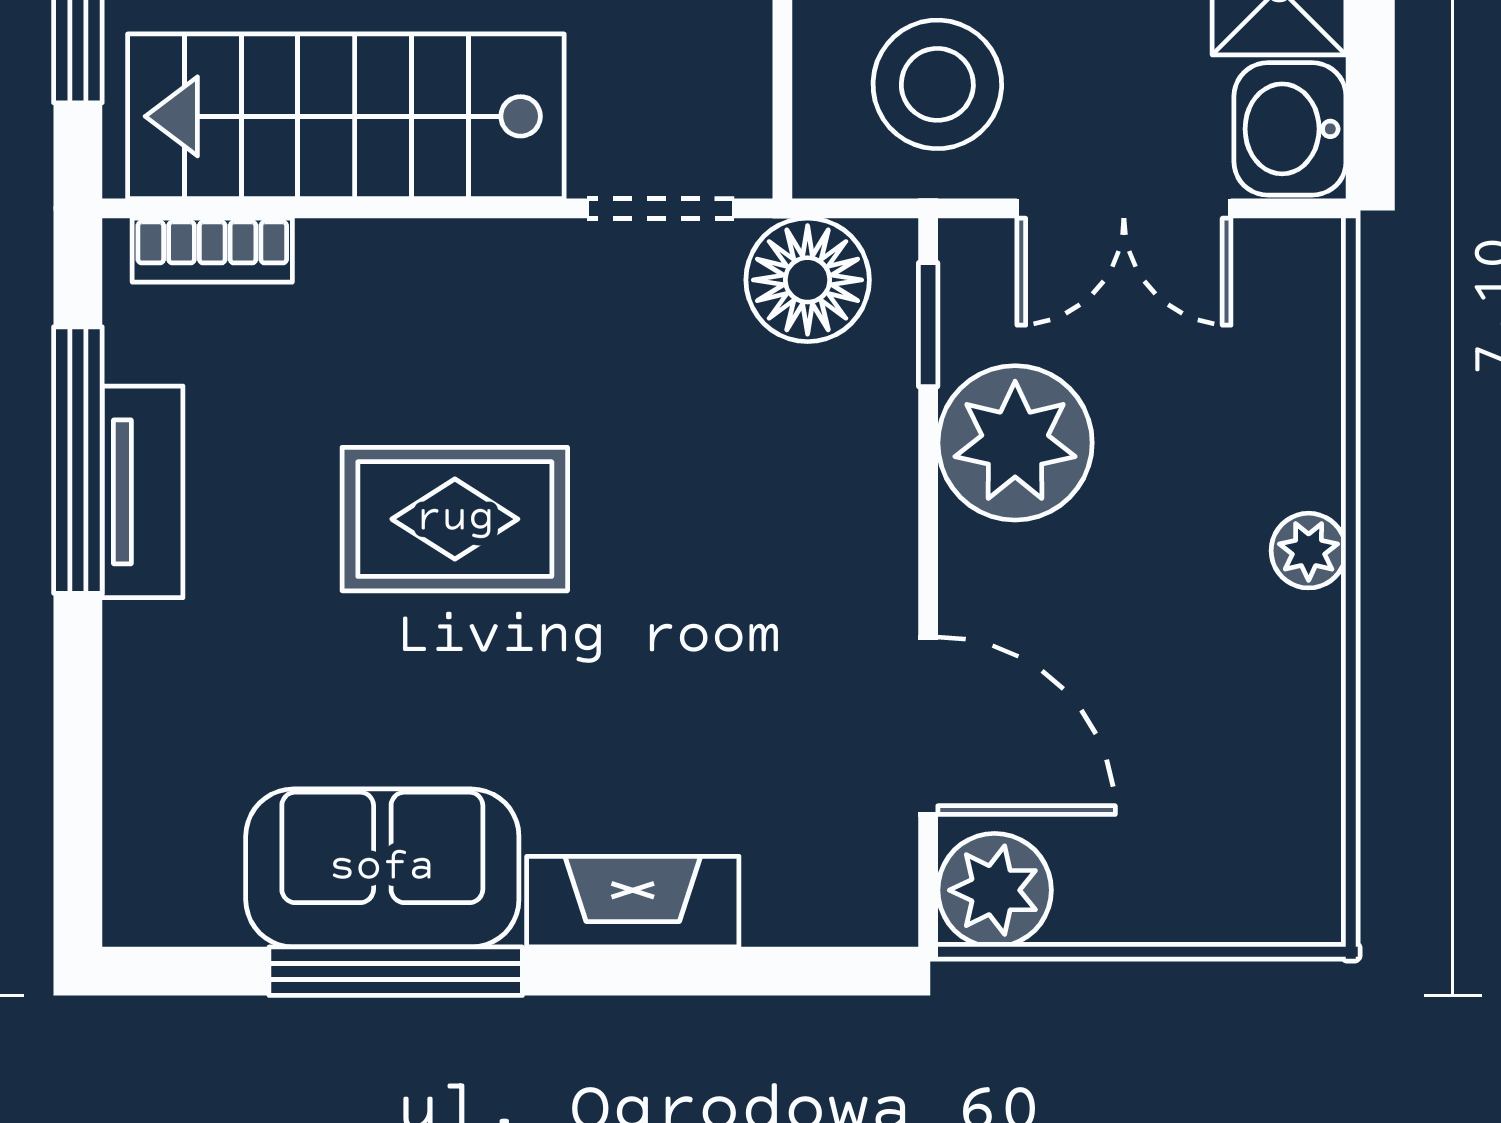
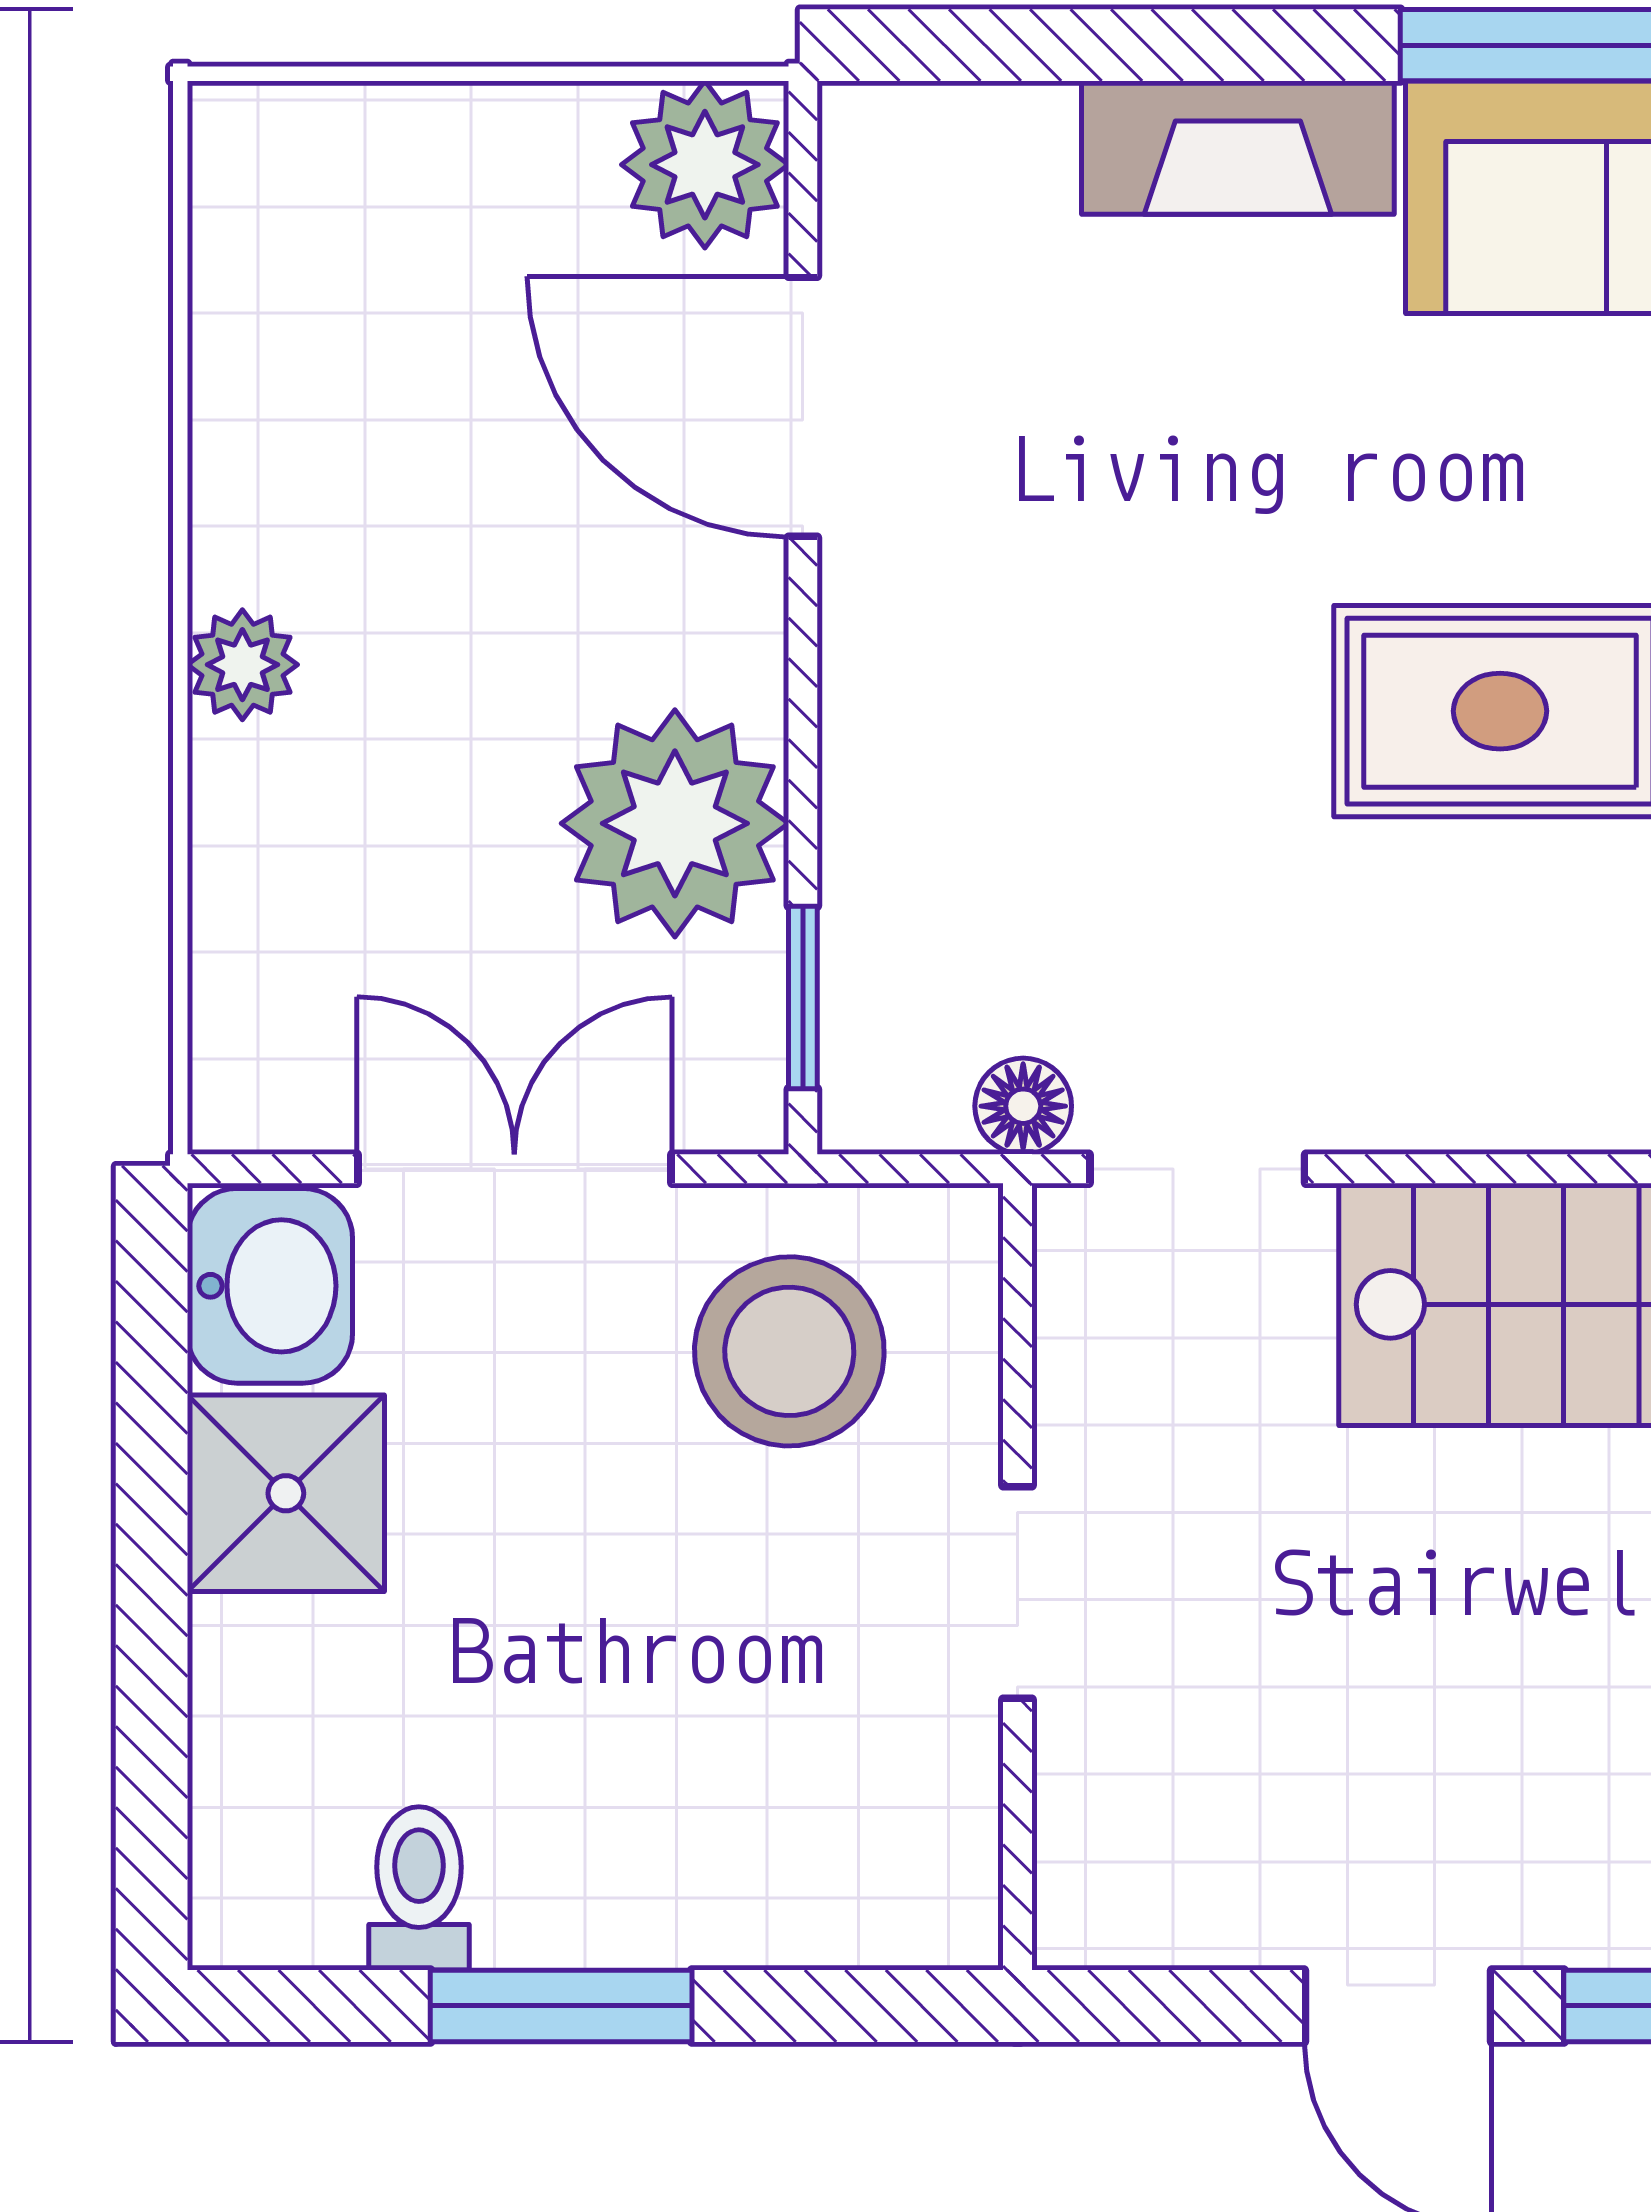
floor lamp: (808, 280) -> (1023, 1106), width x0.53, depth x0.53

